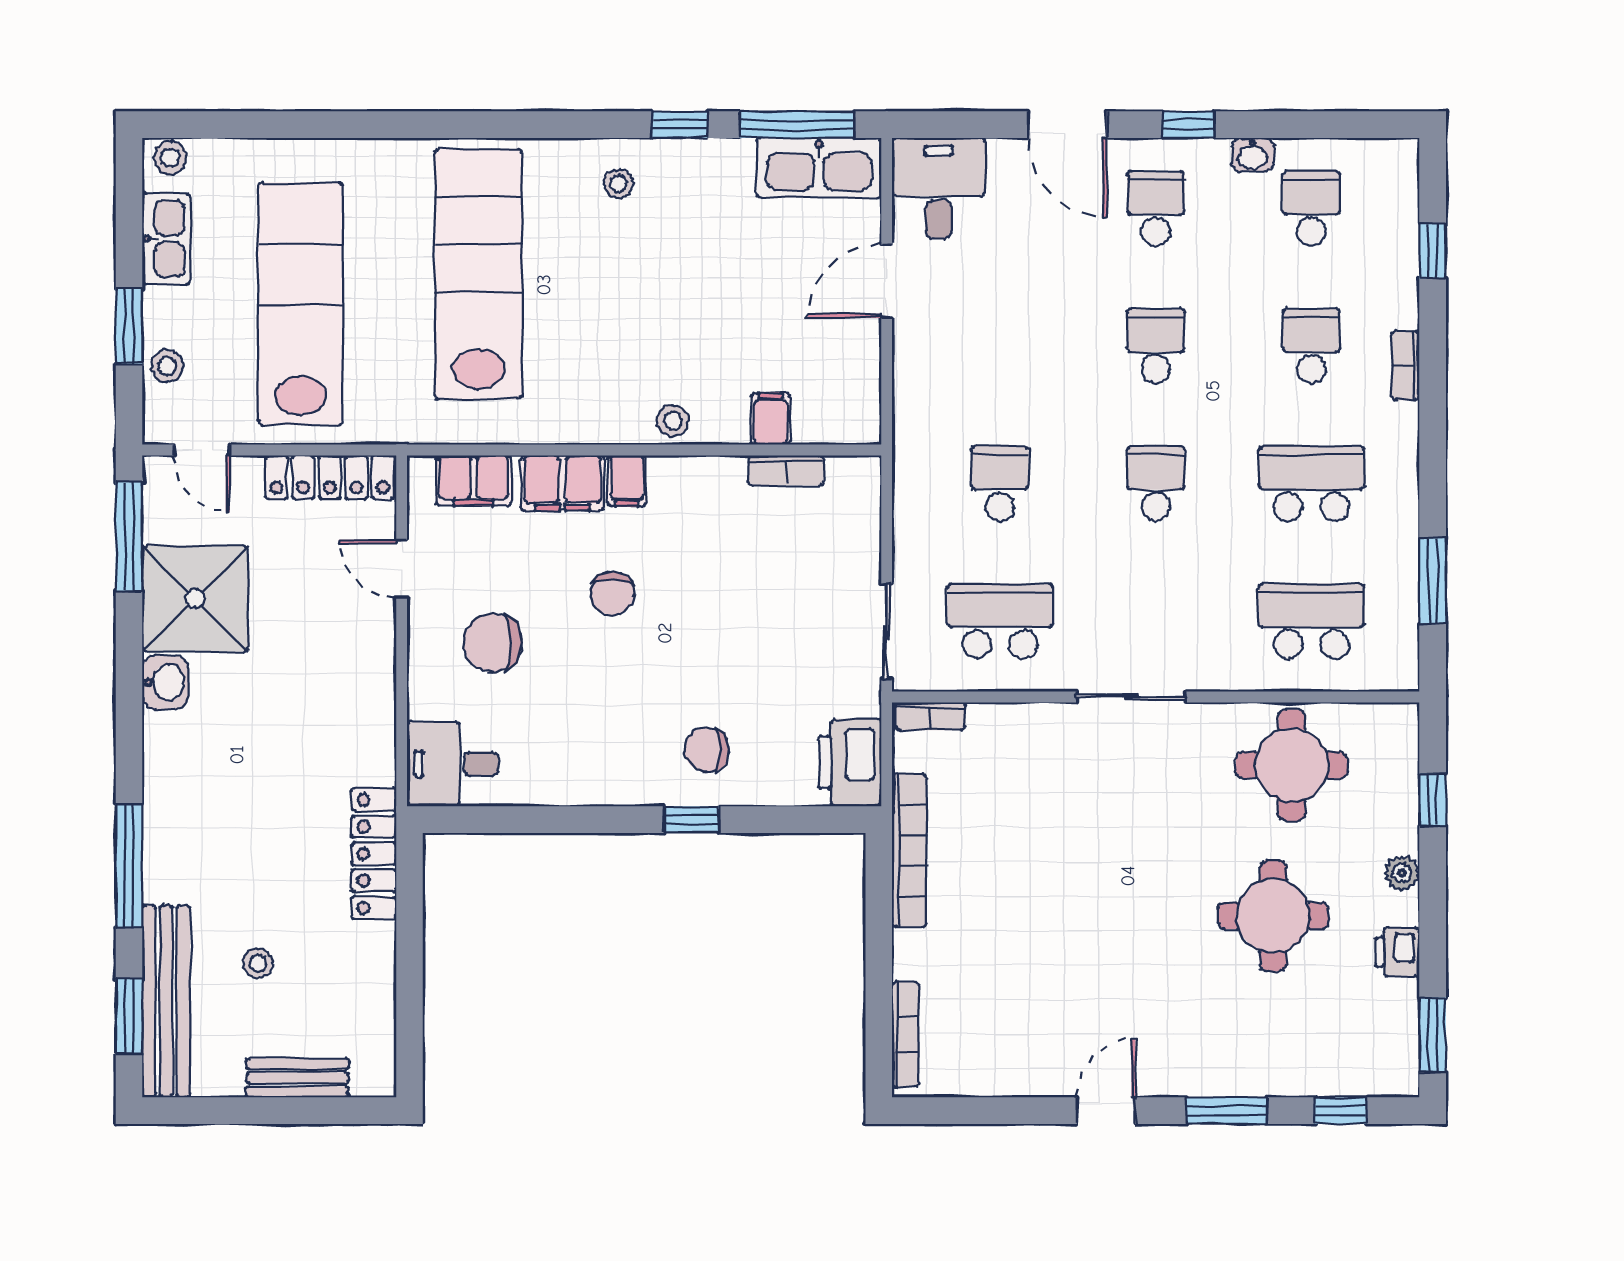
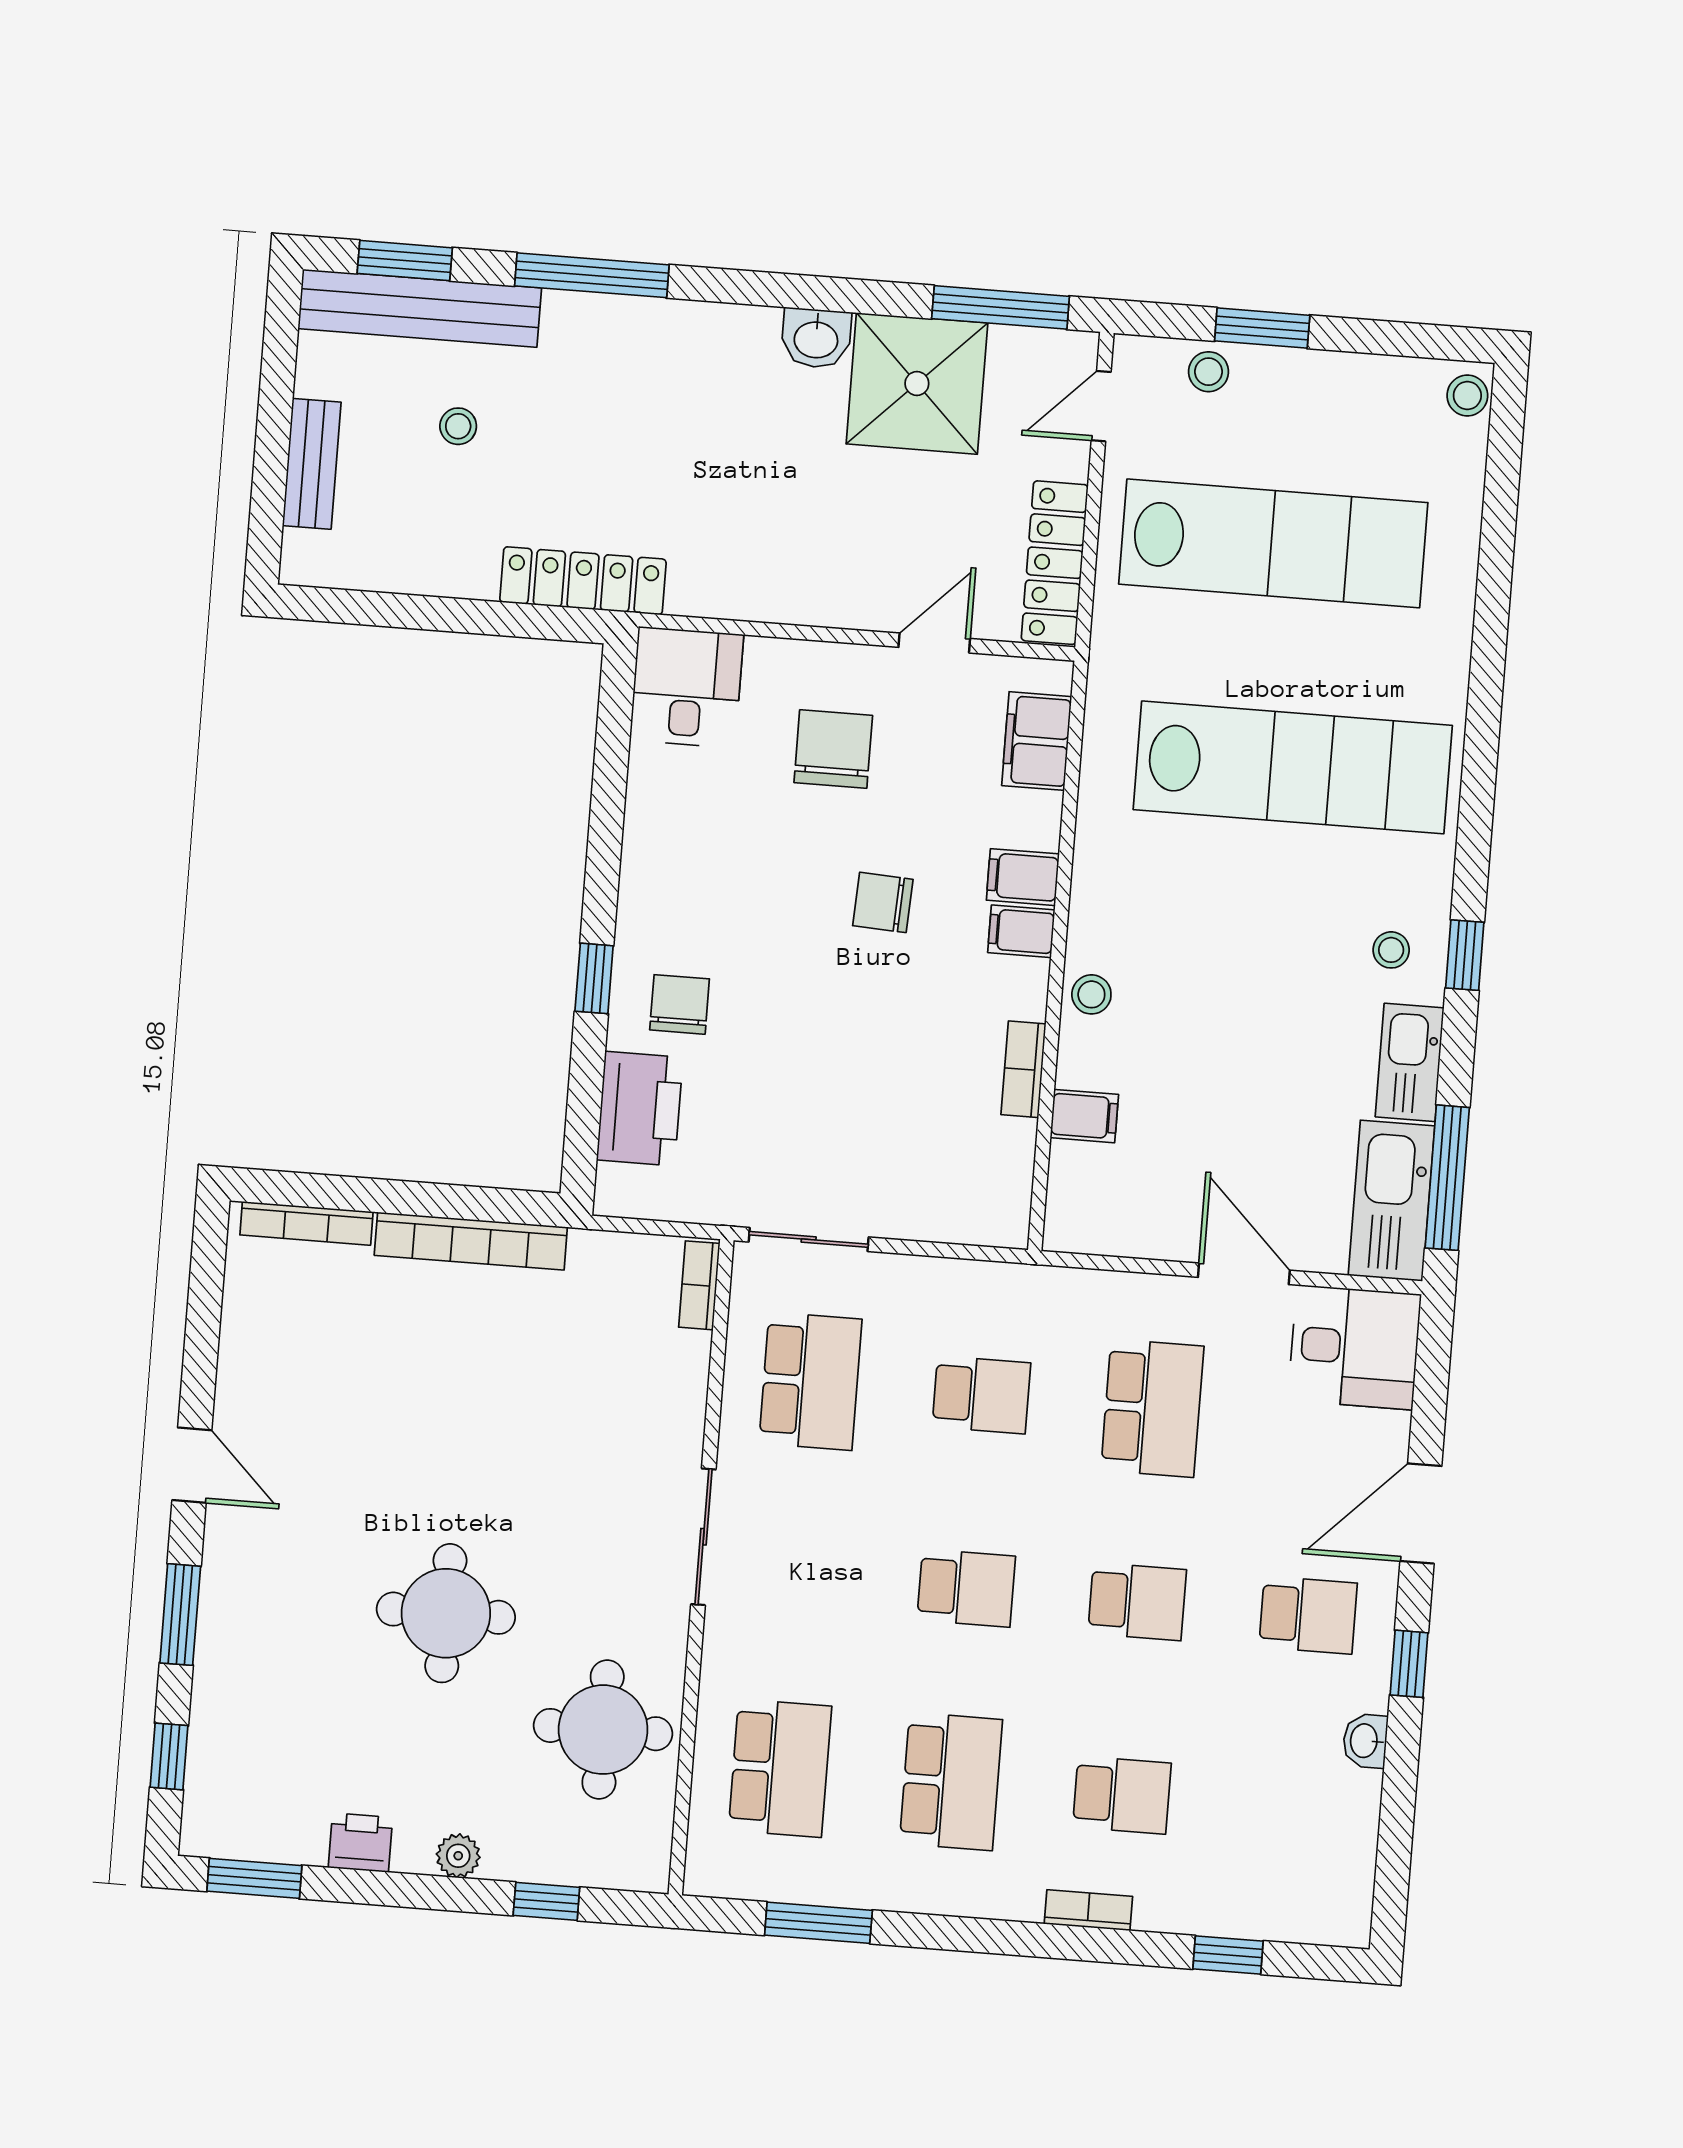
window: (680, 125) -> (1465, 955), moved
school desk: (1311, 208) -> (1152, 1408), moved, width x1.85
kitchen sink: (166, 239) -> (1410, 1062), moved, turned 90
bookcase: (786, 470) -> (1023, 1069), moved
filing cabinet: (562, 483) -> (1023, 877), width x0.50
printer: (850, 763) -> (640, 1109), moved, turned 90
bookcase: (909, 851) -> (471, 1241), moved
round table: (1273, 916) -> (446, 1613), moved

